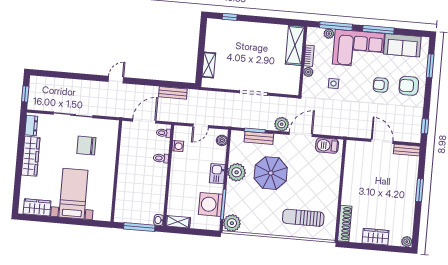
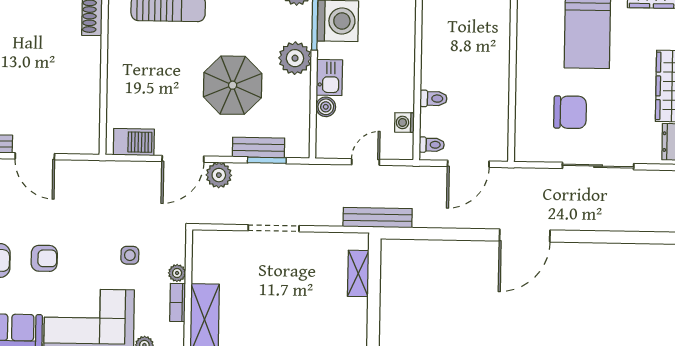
door: (116, 80) -> (525, 235), width x1.88
bench: (173, 93) -> (378, 218), moved, width x1.36
boiler: (222, 140) -> (326, 107), moved
plant: (237, 172) -> (295, 58), moved

